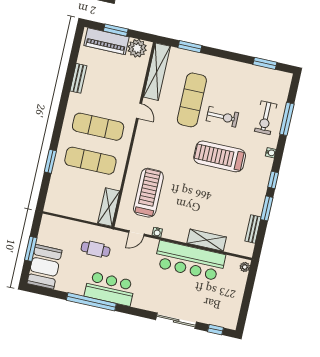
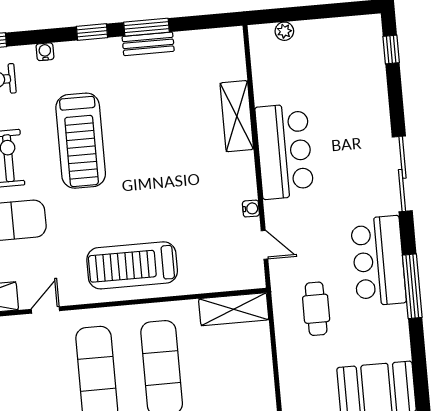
treadmill: (148, 193) -> (132, 265), moved
bench: (253, 229) -> (148, 44), moved
bar counter: (190, 261) -> (284, 151), width x0.73
plant: (245, 267) -> (284, 31), moved
window: (91, 302) -> (412, 286), width x0.68
sliding door: (176, 321) -> (402, 174), moved

